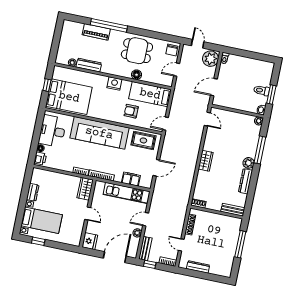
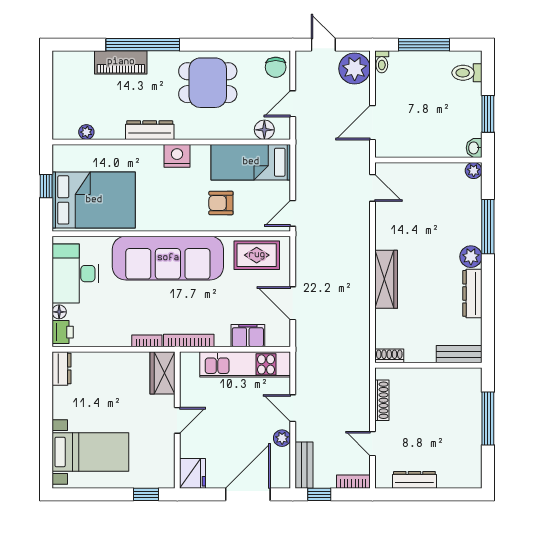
window: (247, 54) -> (424, 45), added
dresser: (89, 65) -> (150, 130), moved
floor lamp: (137, 75) -> (264, 130), moved
toilet: (262, 90) -> (467, 73), moved
wardrobe: (206, 161) -> (386, 279), width x1.50
door: (156, 168) -> (293, 303), swing flipped
dresser: (33, 192) -> (62, 368), moved
door: (88, 214) -> (177, 420), hinge flipped
door: (146, 219) -> (293, 408), hinge flipped
window: (38, 241) -> (146, 494), moved

